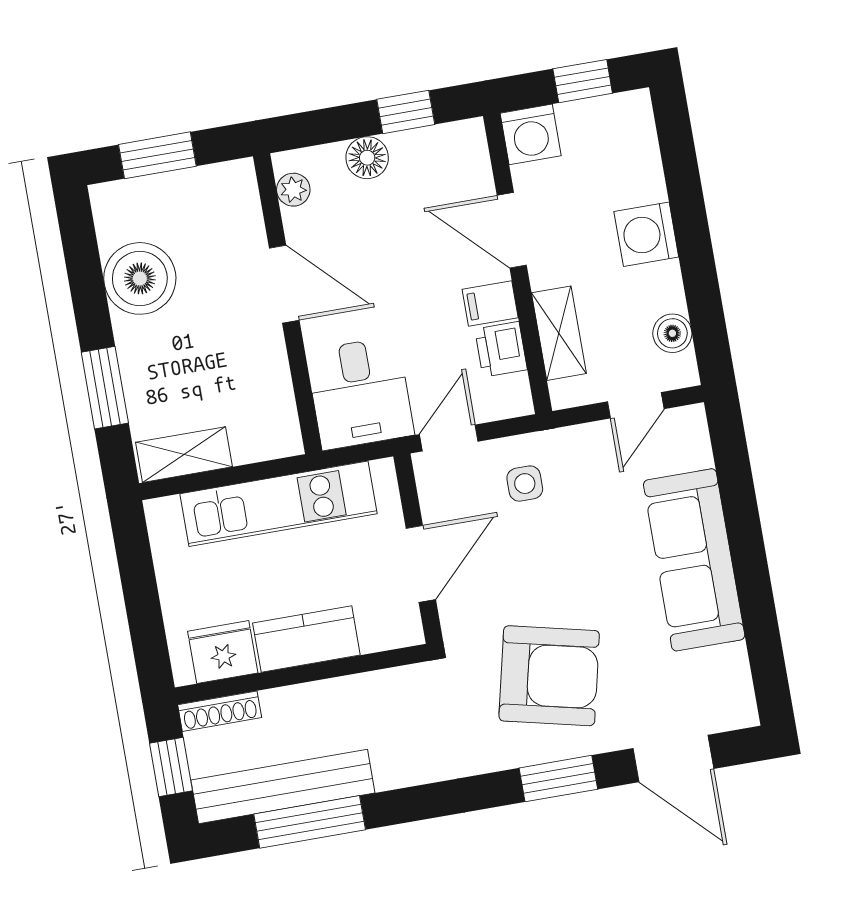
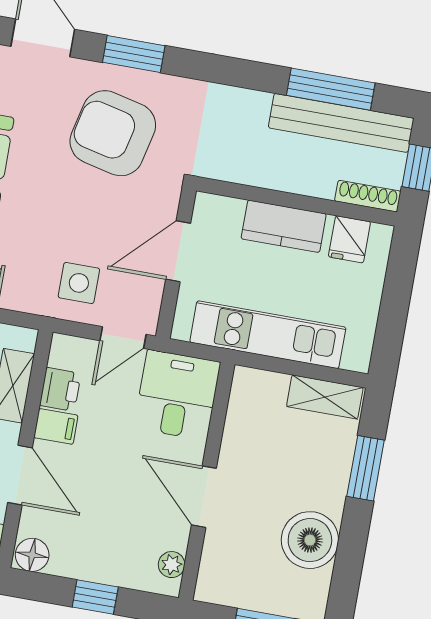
window: (406, 112) -> (95, 597), moved
floor lamp: (367, 158) -> (32, 555), moved
side table: (525, 484) -> (79, 283), width x1.37, depth x1.37
fridge: (223, 652) -> (349, 239), width x0.72

